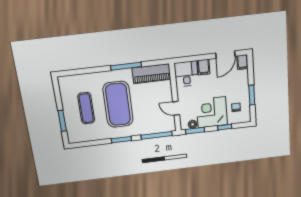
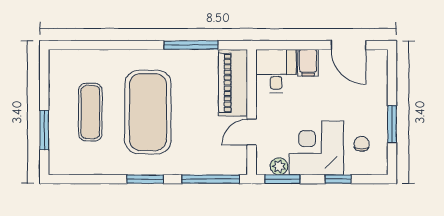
door: (225, 55) -> (348, 45), hinge flipped
filing cabinet: (243, 62) -> (378, 62), removed
window: (126, 66) -> (191, 45), moved
piano: (152, 74) -> (233, 83), moved, turned 90
door: (176, 108) -> (252, 132), hinge flipped

